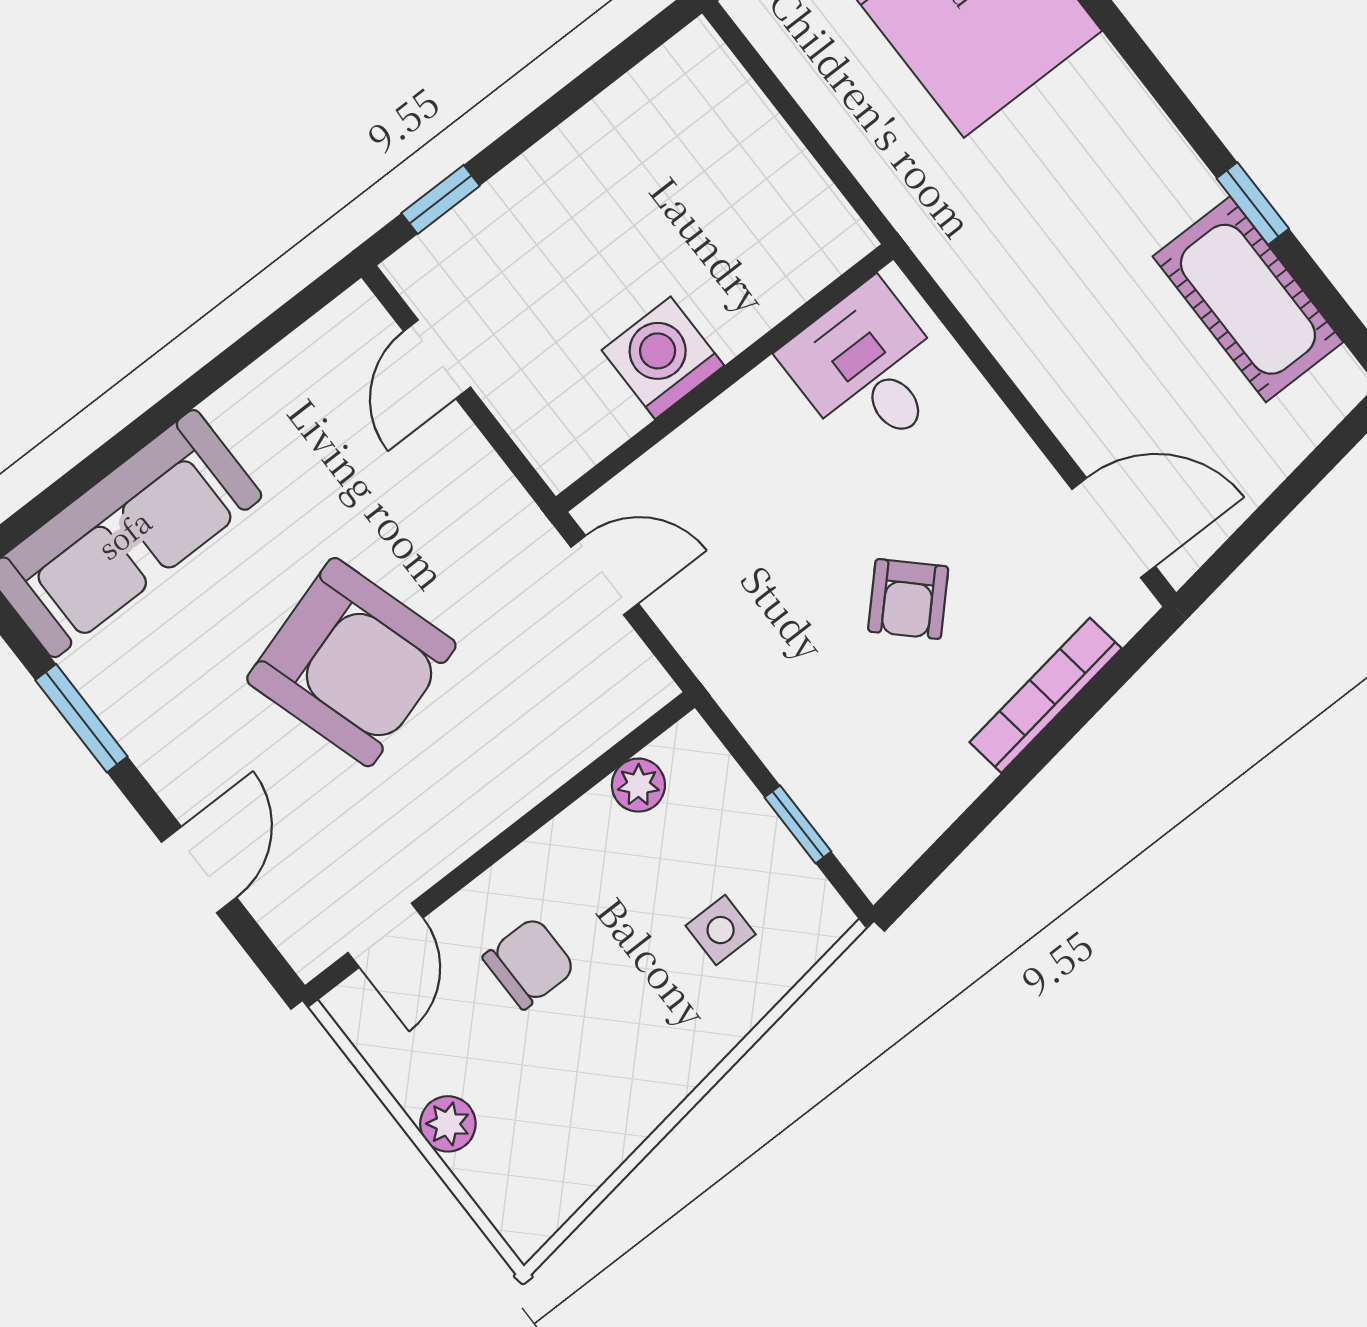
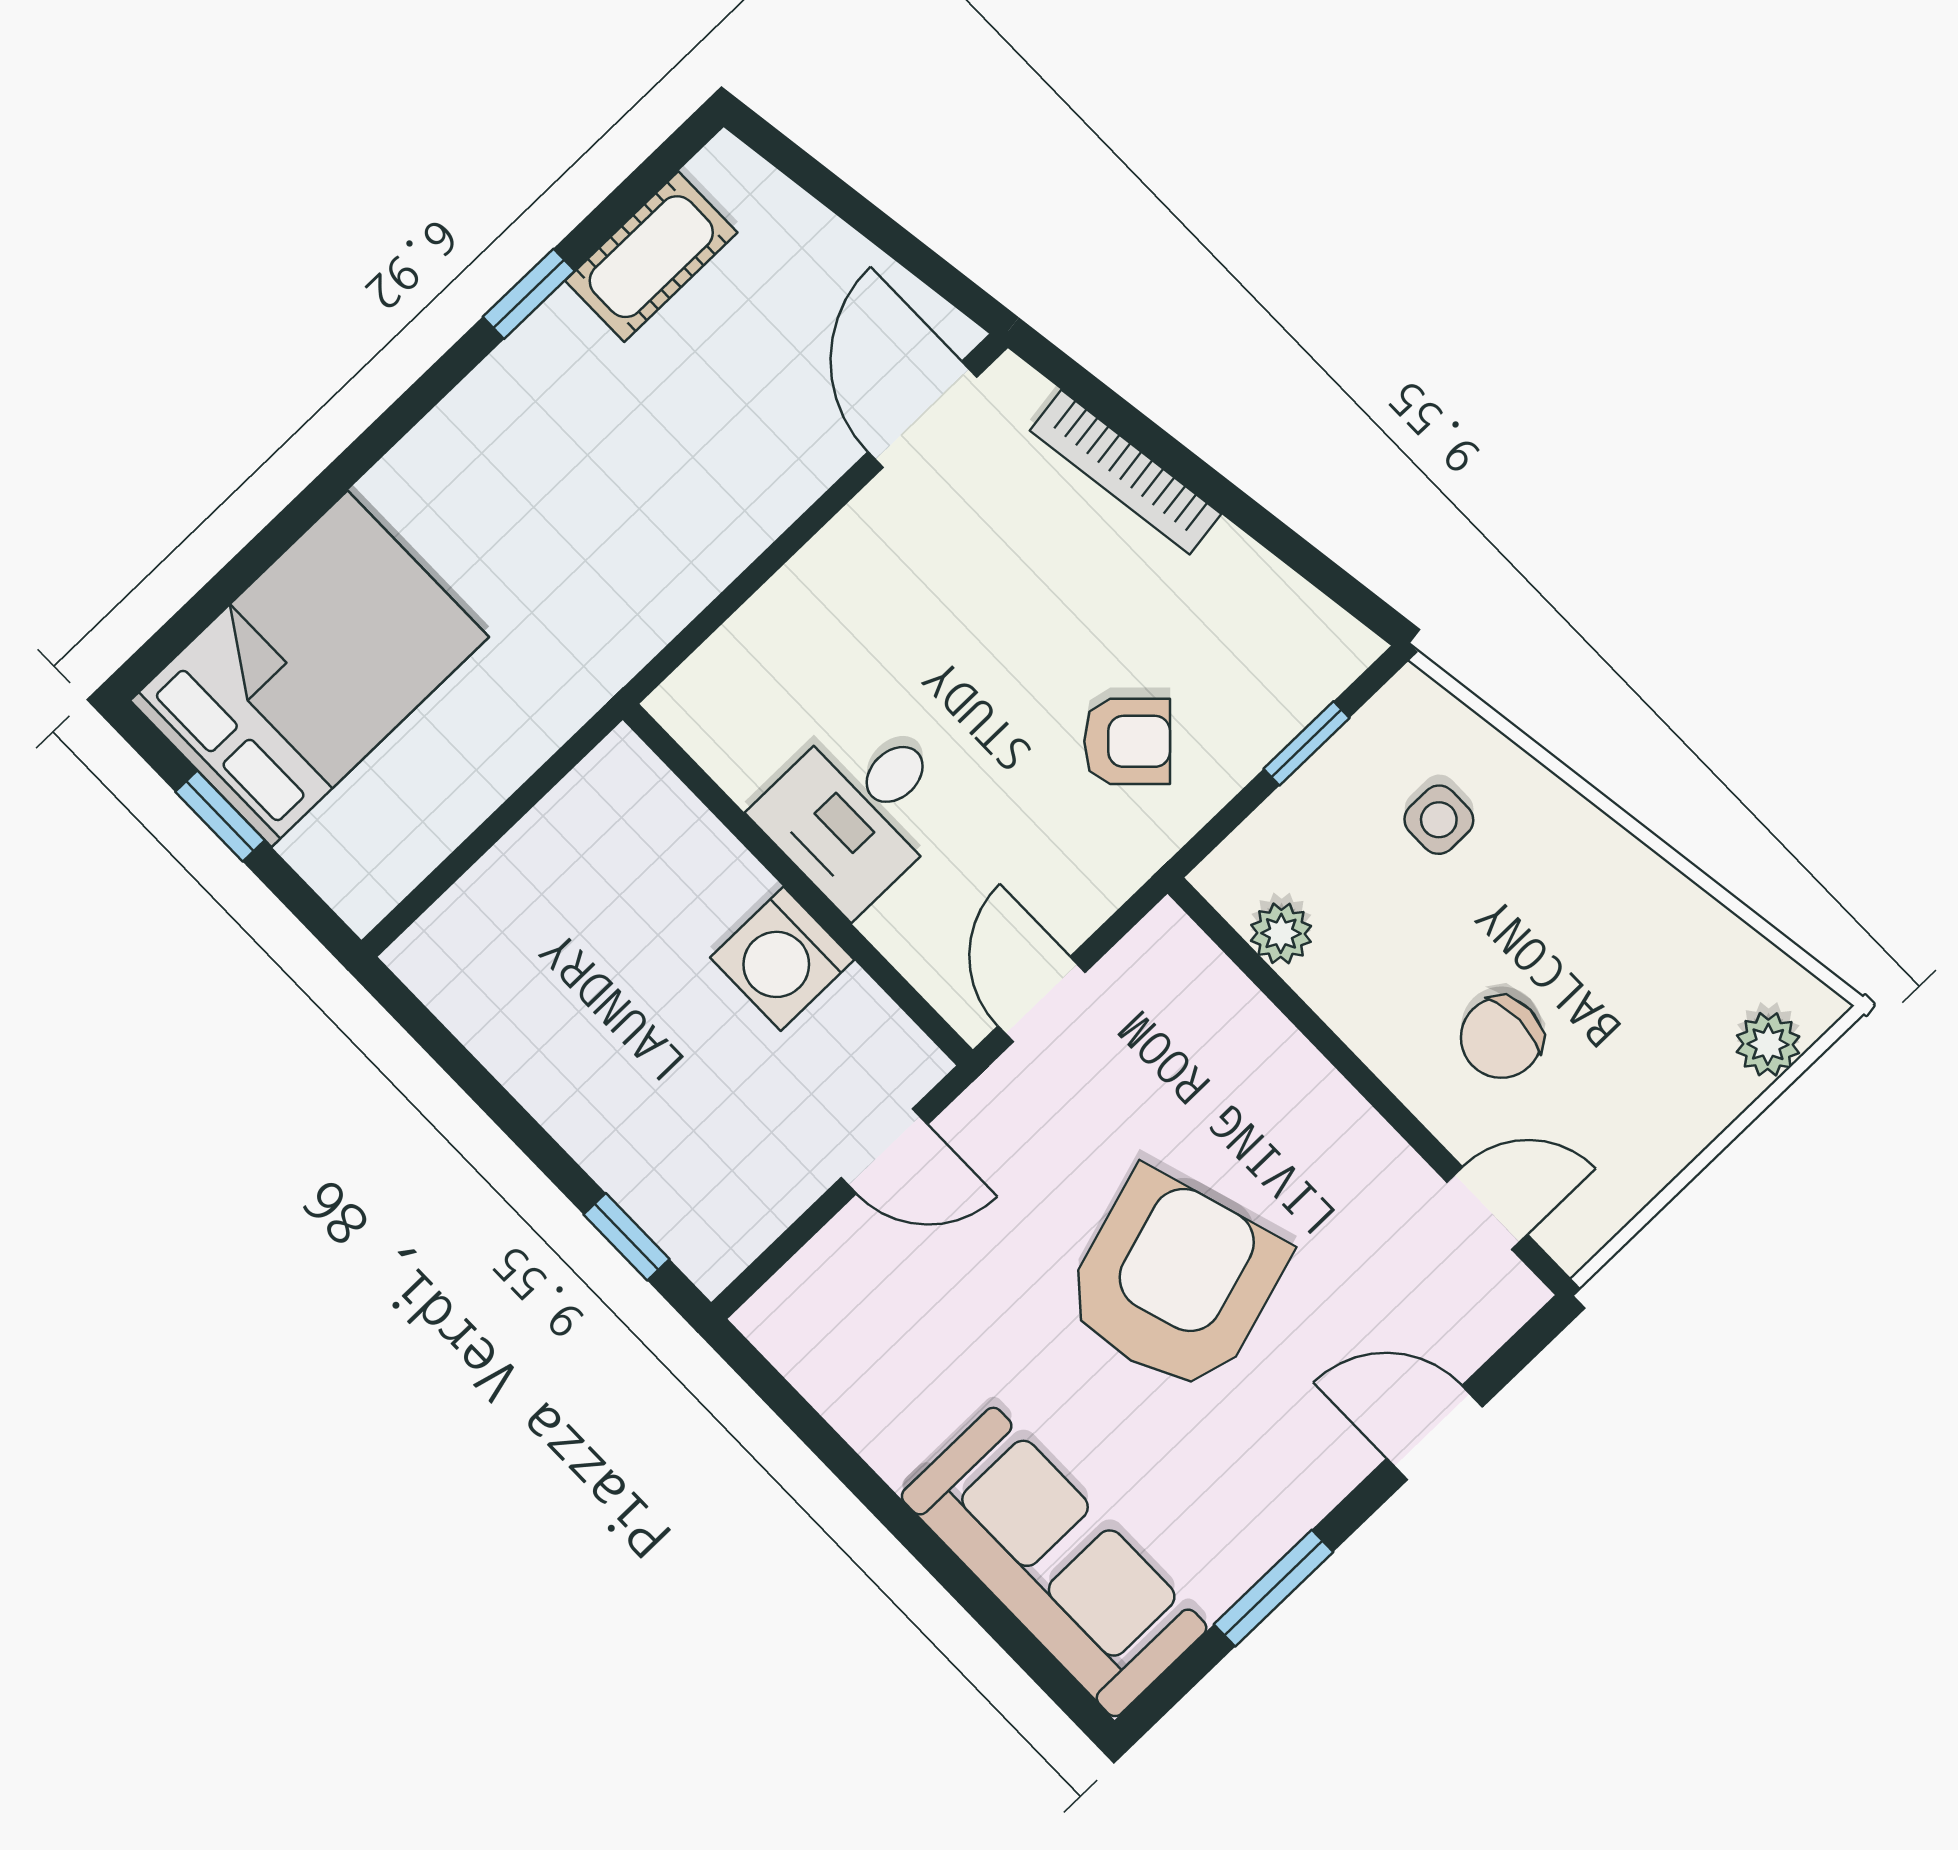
cot: (1248, 299) -> (651, 257), width x0.73, depth x0.75
door: (437, 359) -> (884, 1151), moved
desk: (868, 369) -> (858, 810), moved
armchair: (908, 599) -> (1127, 741), moved
chair: (529, 963) -> (1501, 1038), turned -90
plant: (448, 1124) -> (1768, 1044), moved

